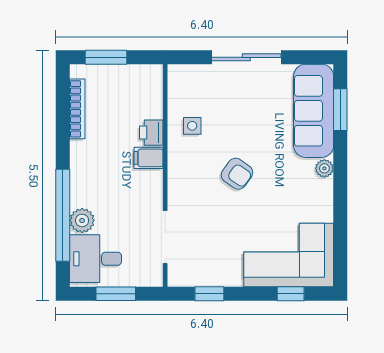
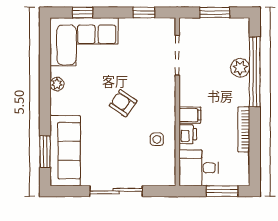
bookcase: (77, 109) -> (244, 129), moved
plant: (324, 168) -> (57, 84), moved
desk: (96, 259) -> (199, 168), moved, turned 180

